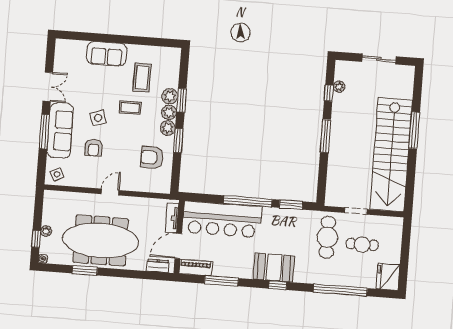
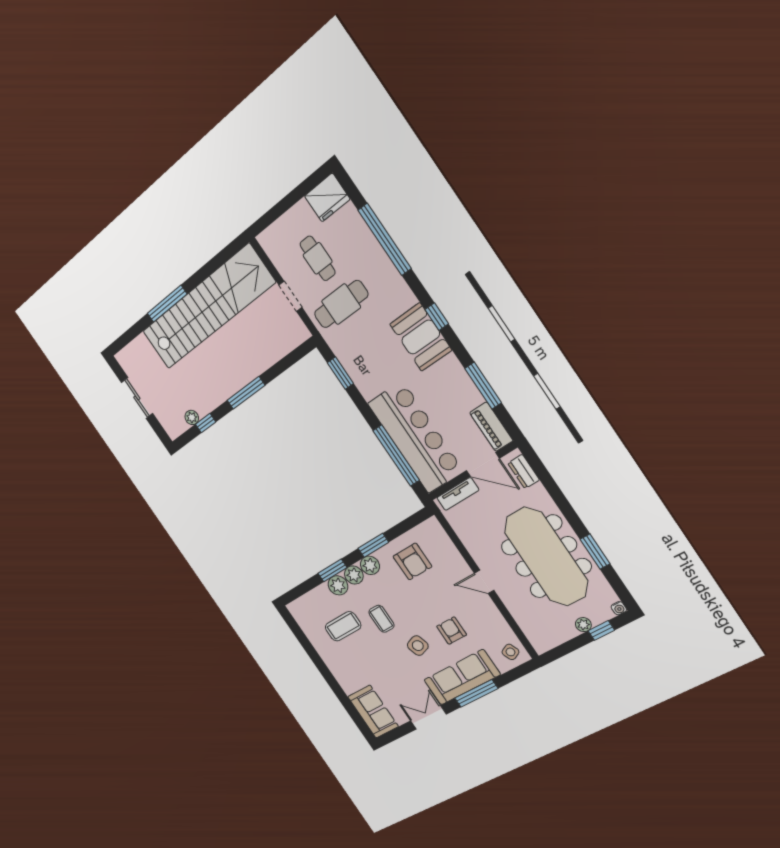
sofa: (107, 54) -> (373, 712), moved
armchair: (94, 148) -> (452, 631), turned -90
window: (248, 201) -> (396, 455), moved

